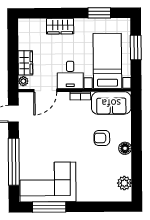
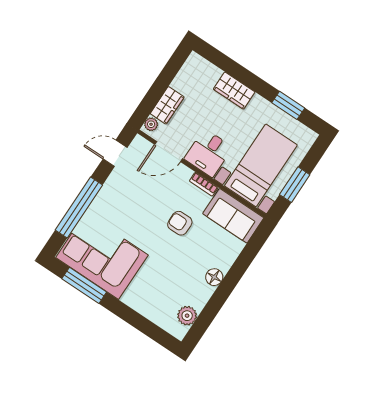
window: (136, 48) -> (295, 185), moved
armchair: (102, 138) -> (180, 223), moved

